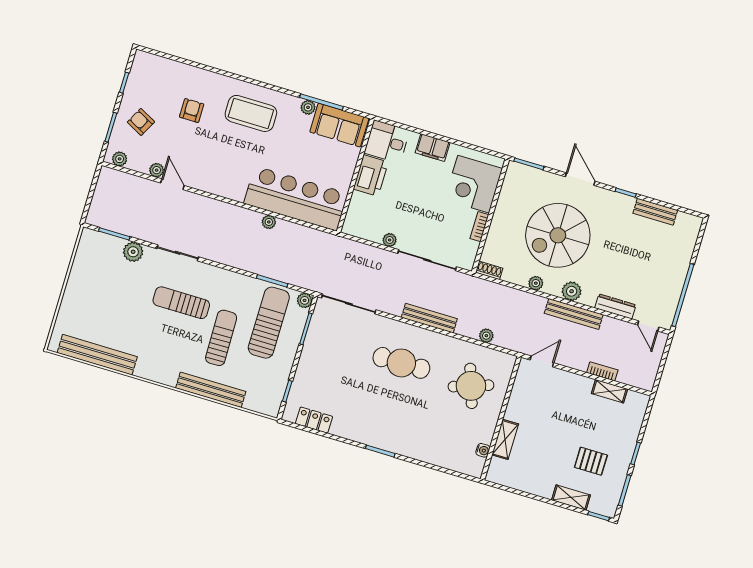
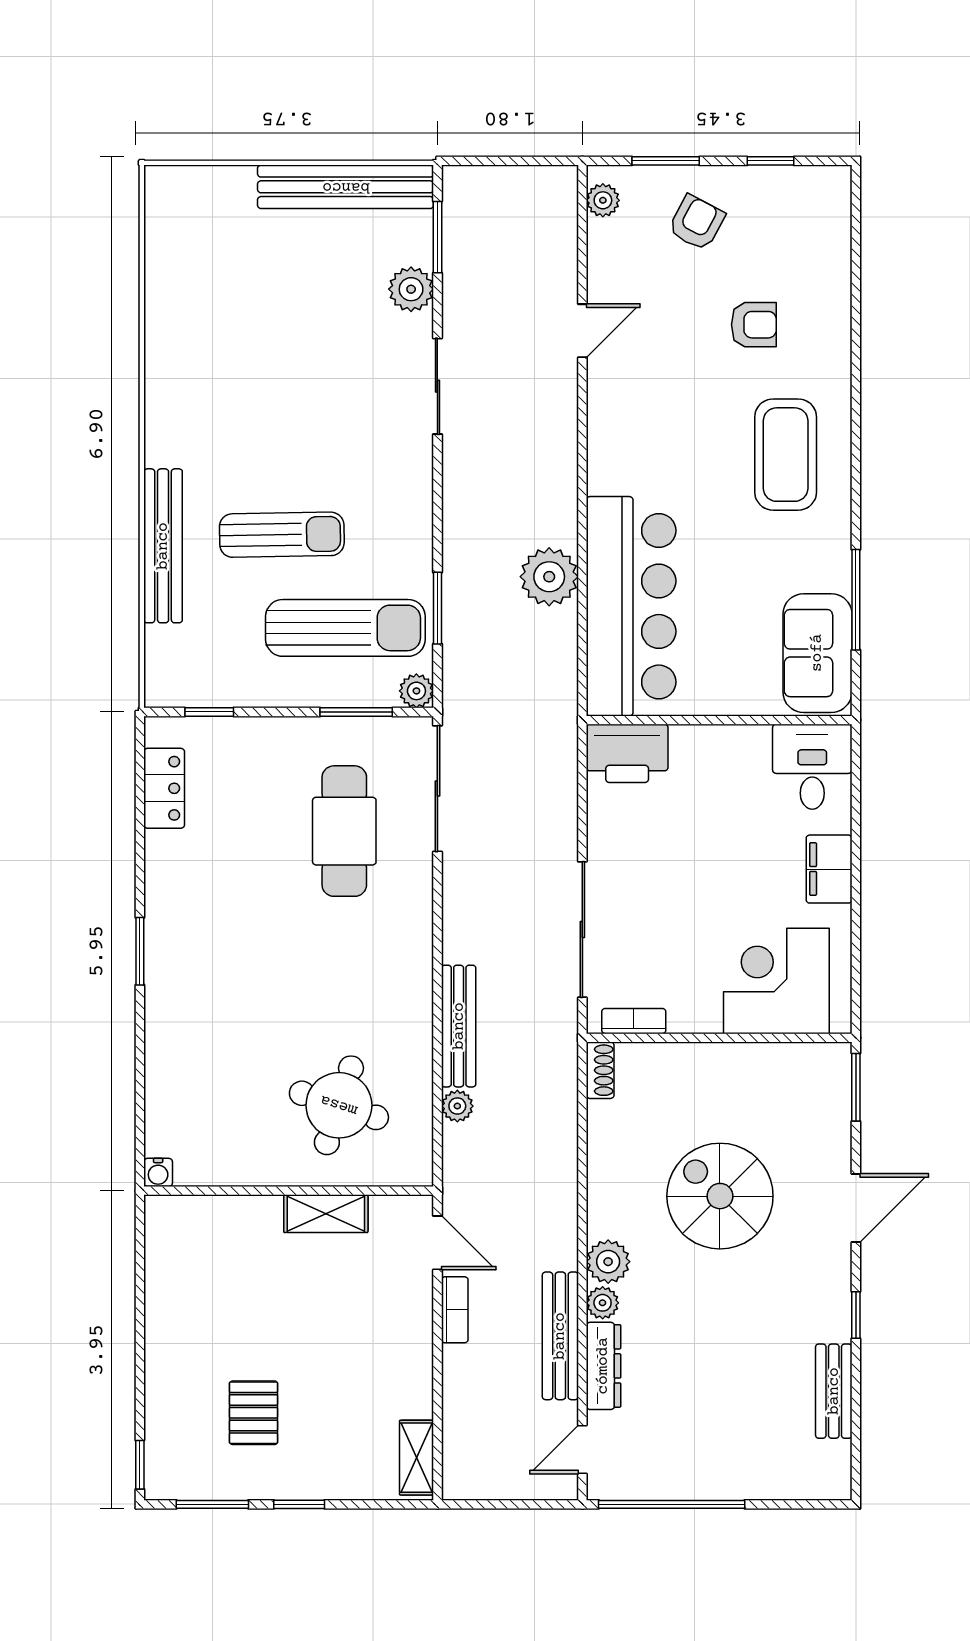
plant: (308, 107) -> (836, 574), removed
plant: (157, 170) -> (602, 287), removed
printer: (371, 176) -> (627, 753), moved
plant: (269, 222) -> (549, 577), width x1.88, depth x1.88
bookcase: (479, 227) -> (634, 1021), moved
spiral stairs: (558, 235) -> (720, 1196), width x0.73, depth x0.73
plant: (390, 240) -> (602, 836), removed
plant: (536, 283) -> (603, 1303), moved
sun lounger: (181, 303) -> (332, 426), removed
bench: (574, 314) -> (560, 1336), moved
bench: (429, 318) -> (459, 1026), moved
bench: (97, 355) -> (346, 187), moved, turned 90
cafe table: (401, 363) -> (344, 831), moved
bookcase: (602, 371) -> (455, 1310), moved
round table: (471, 386) -> (339, 1105), turned 37
shelving: (610, 391) -> (417, 1458), moved
shelving: (505, 439) -> (326, 1214), moved
water cooler: (483, 450) -> (158, 1172), moved
shelving: (571, 498) -> (162, 1393), removed

